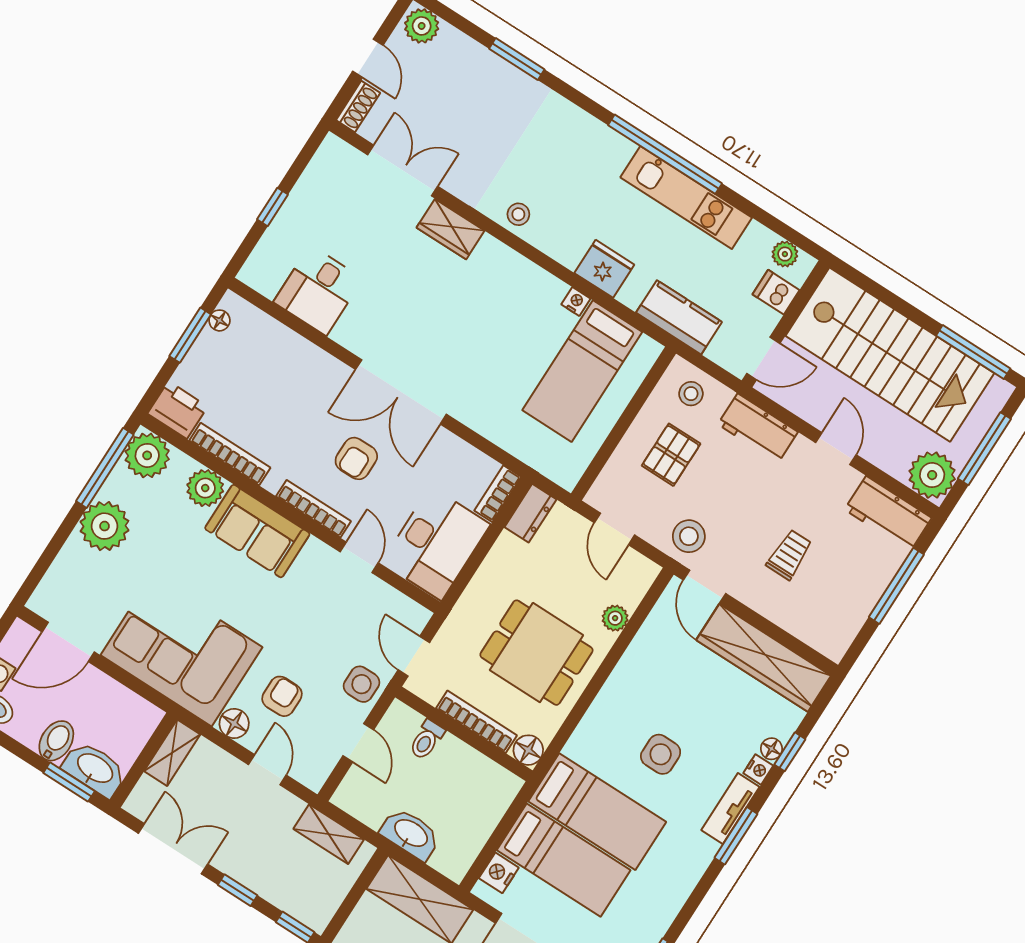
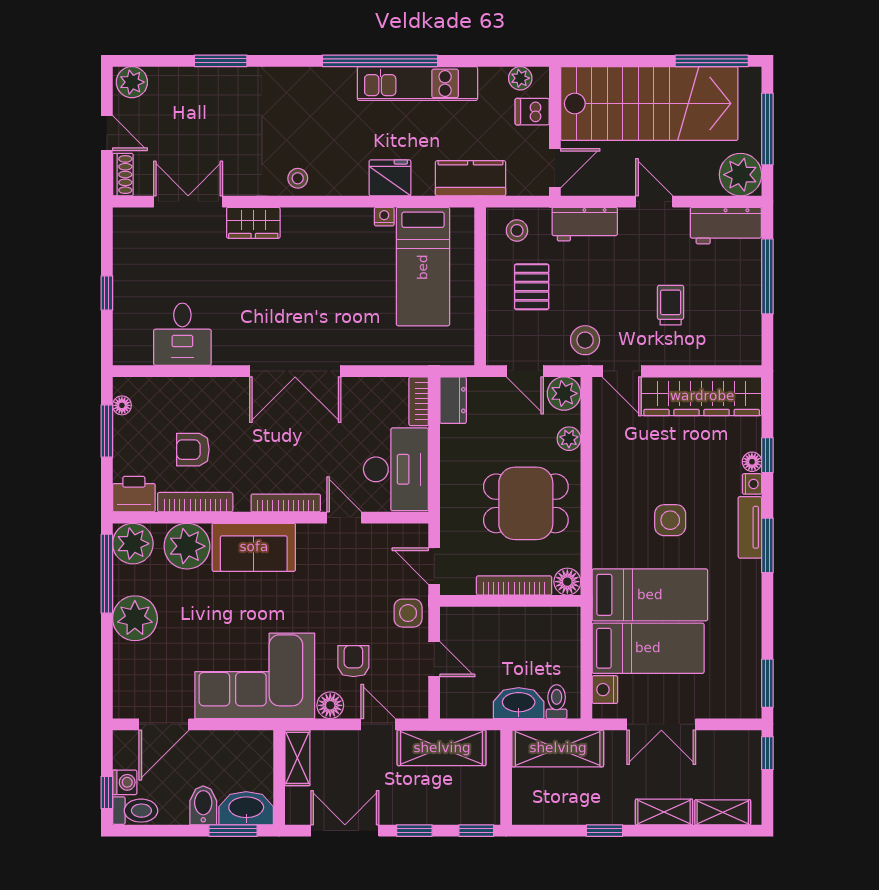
armchair: (356, 458) -> (193, 450), moved, turned 90
plant: (205, 488) -> (187, 546), width x1.36, depth x1.36
plant: (637, 573) -> (564, 393), added
toilet: (427, 740) -> (557, 702), moved, turned 180
shelving: (329, 834) -> (442, 748), width x1.50, depth x1.33

